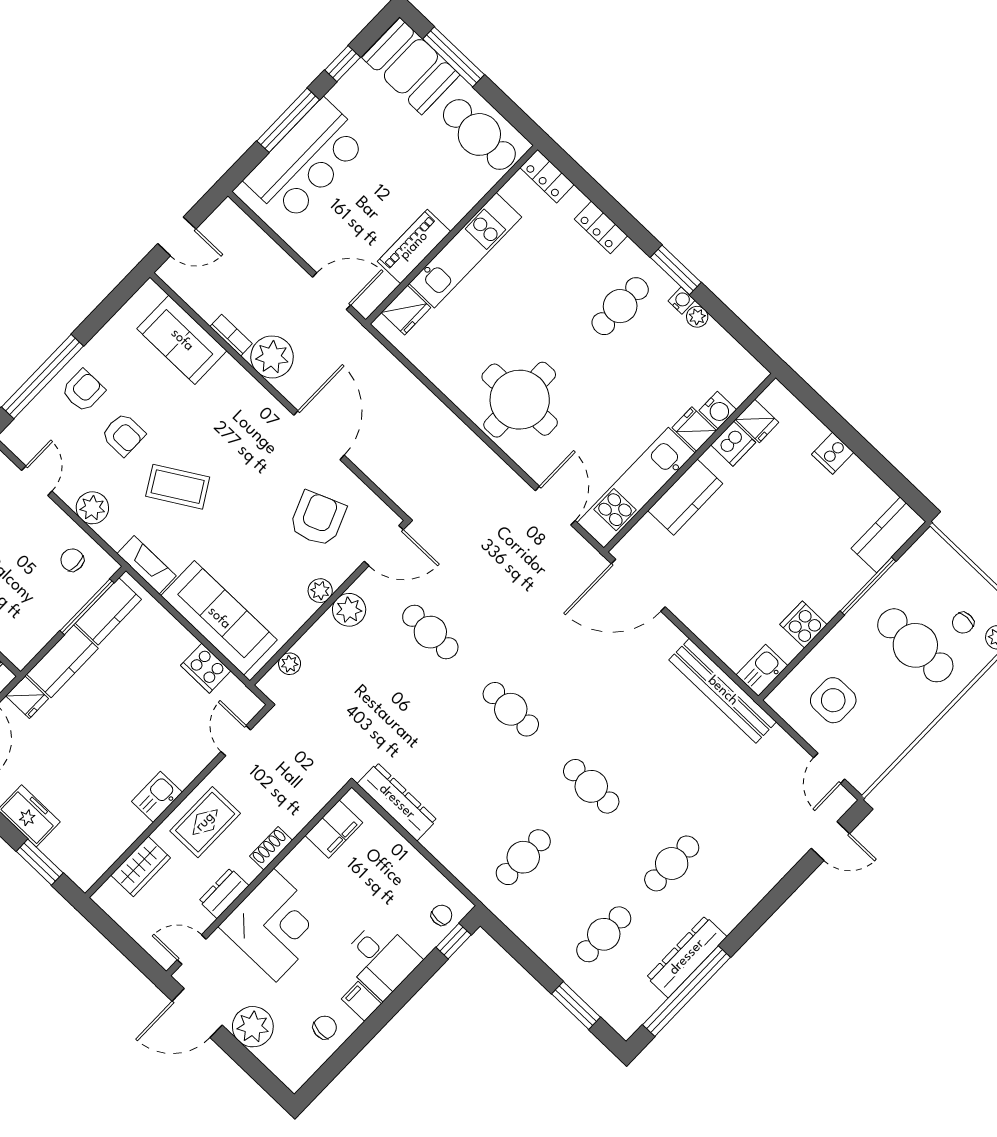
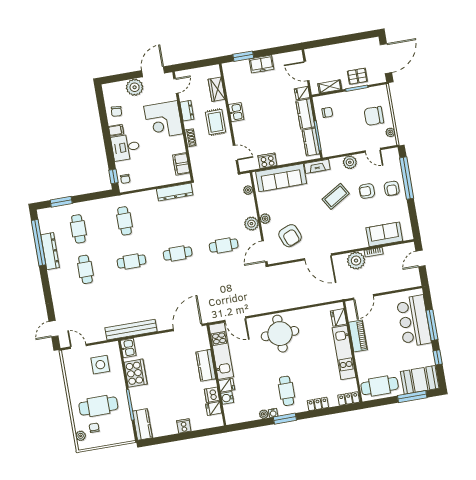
chair: (72, 560) -> (327, 112), moved
cooker: (803, 625) -> (136, 373), width x1.87, depth x1.31

